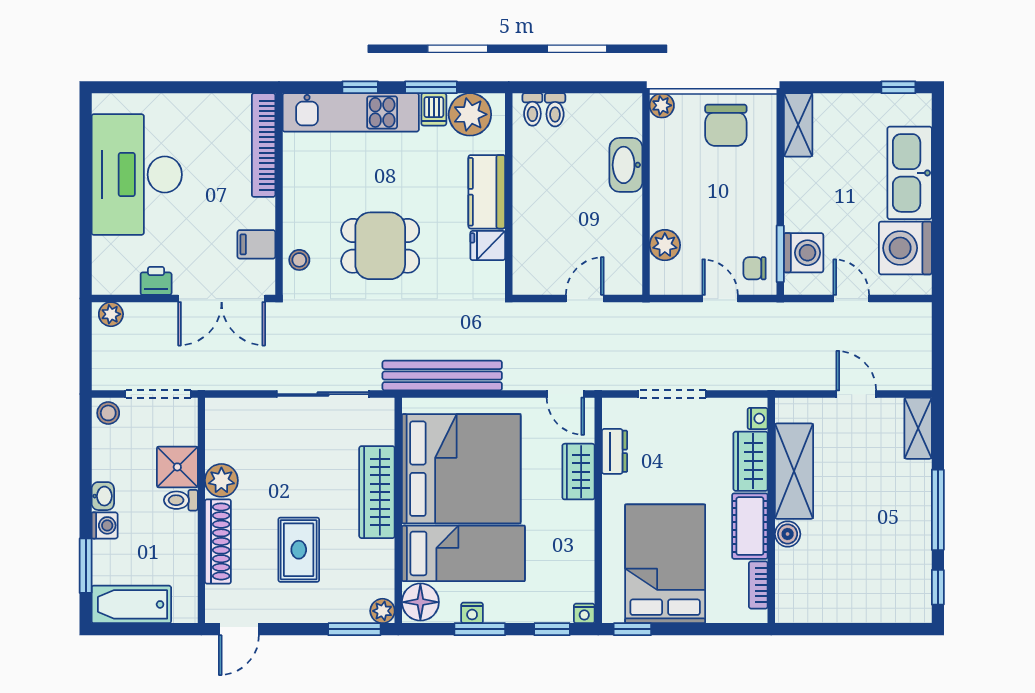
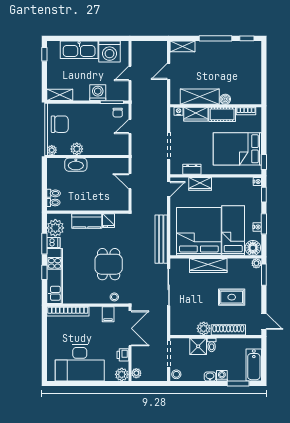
plant: (665, 245) -> (77, 149), moved
washing machine: (804, 253) -> (98, 93), moved
plant: (108, 278) -> (122, 374), added

